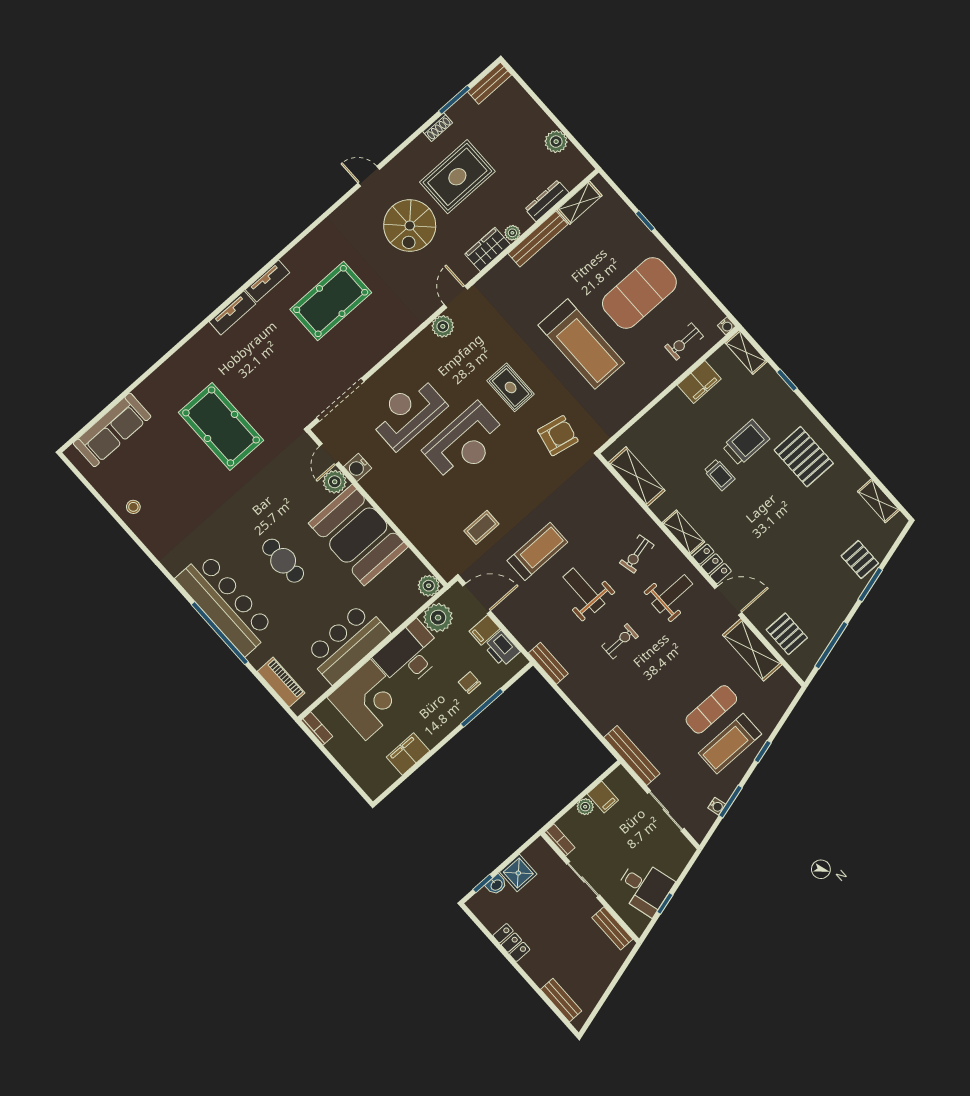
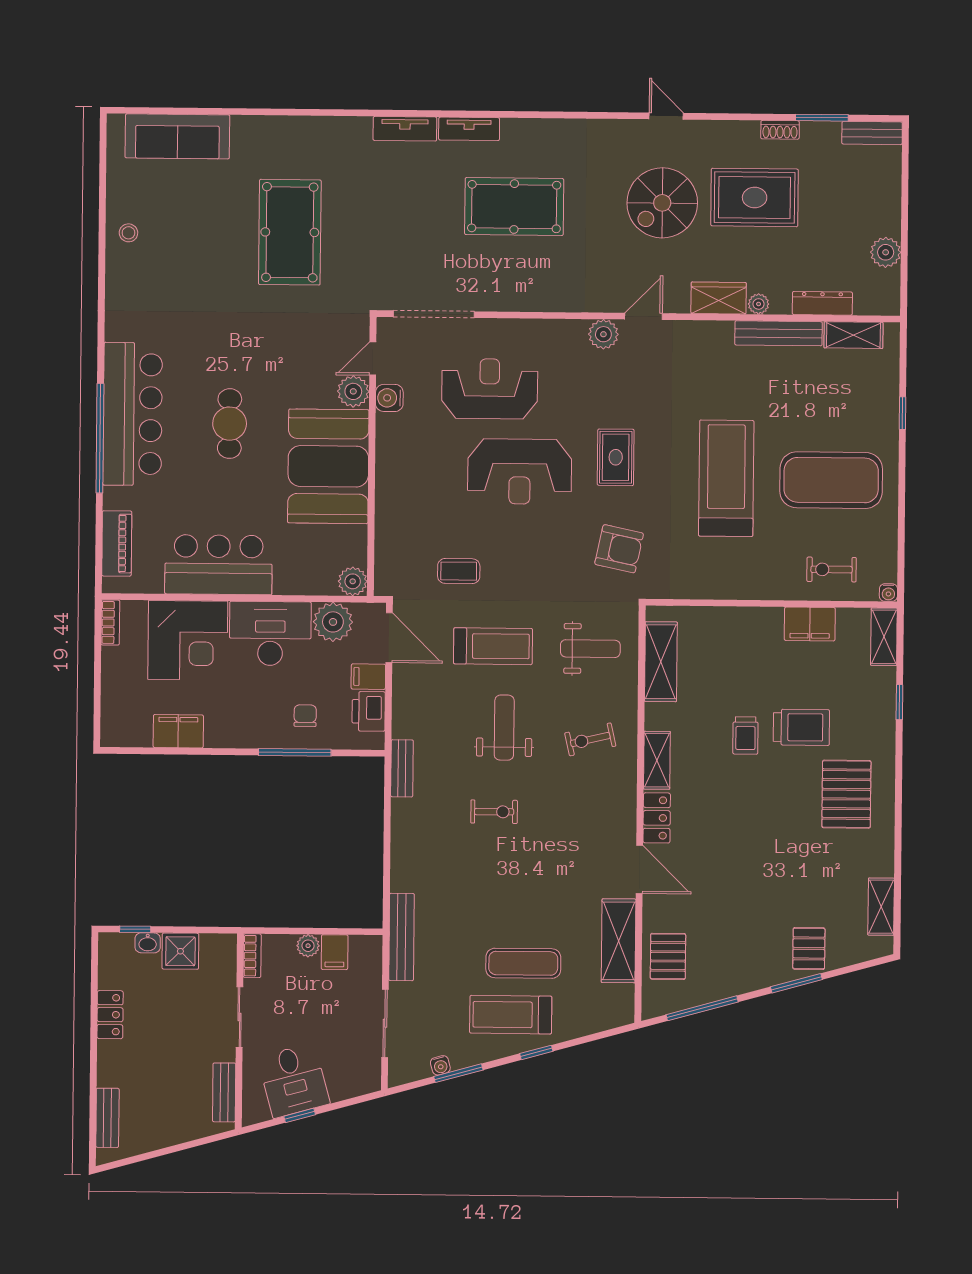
treadmill: (581, 344) -> (726, 478), turned 180
weight bench: (672, 594) -> (590, 649), moved

